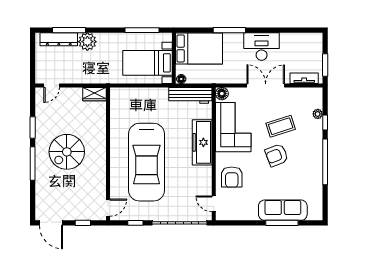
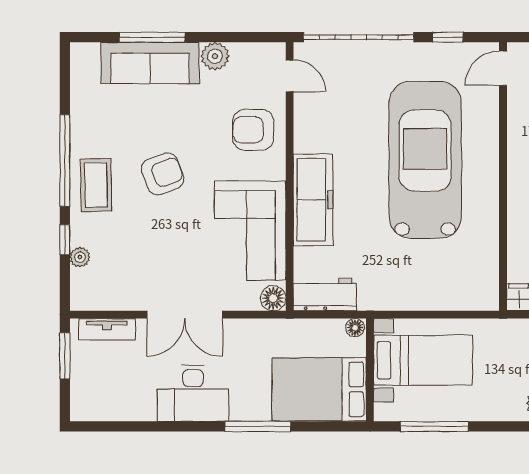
workbench: (190, 95) -> (325, 295), width x0.73
coffee table: (281, 126) -> (96, 185), moved, turned -73
armchair: (232, 177) -> (253, 130), turned -90
plant: (251, 214) -> (215, 56), added

